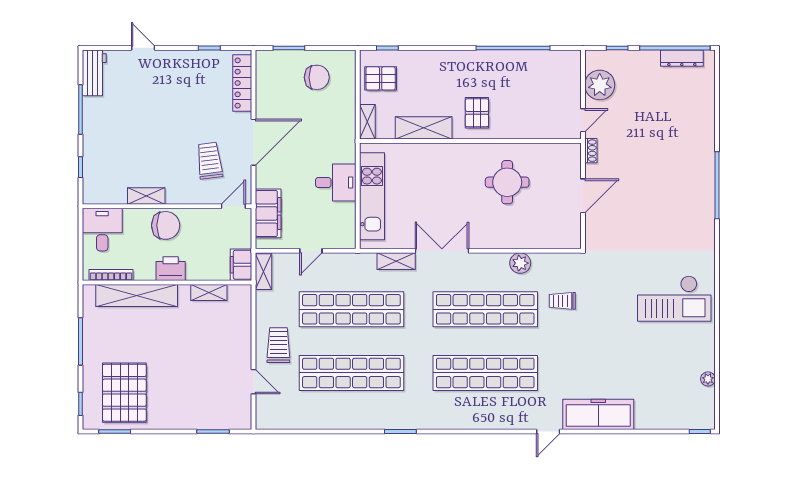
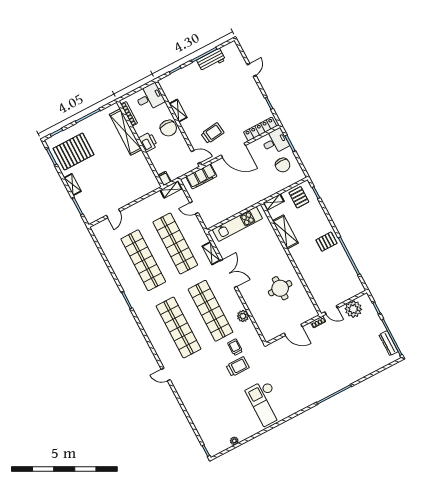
workbench: (94, 73) -> (211, 60), moved
pallet: (477, 113) -> (326, 242), moved
desk: (336, 182) -> (275, 142), moved, turned -90
filing cabinet: (241, 265) -> (165, 178), width x0.50
shelving: (209, 292) -> (72, 185), moved
trolley: (278, 345) -> (238, 367), moved
freezer: (598, 414) -> (188, 395), removed

